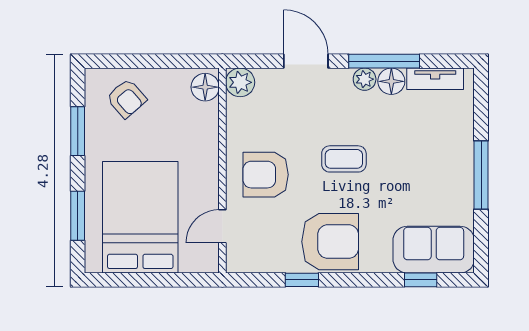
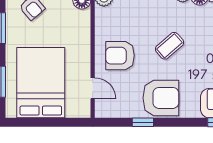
coffee table: (344, 159) -> (170, 46), turned -41
door: (222, 226) -> (93, 88), swing flipped

